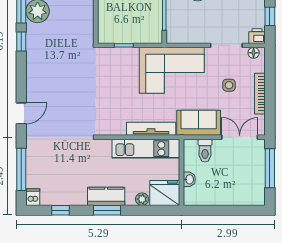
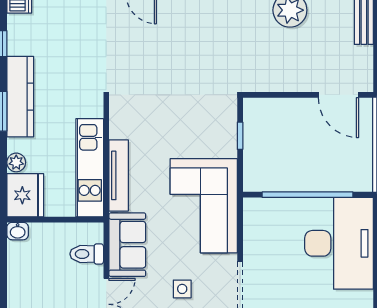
washbasin: (189, 179) -> (18, 231), moved
kitchen counter: (106, 196) -> (20, 97), width x1.50

